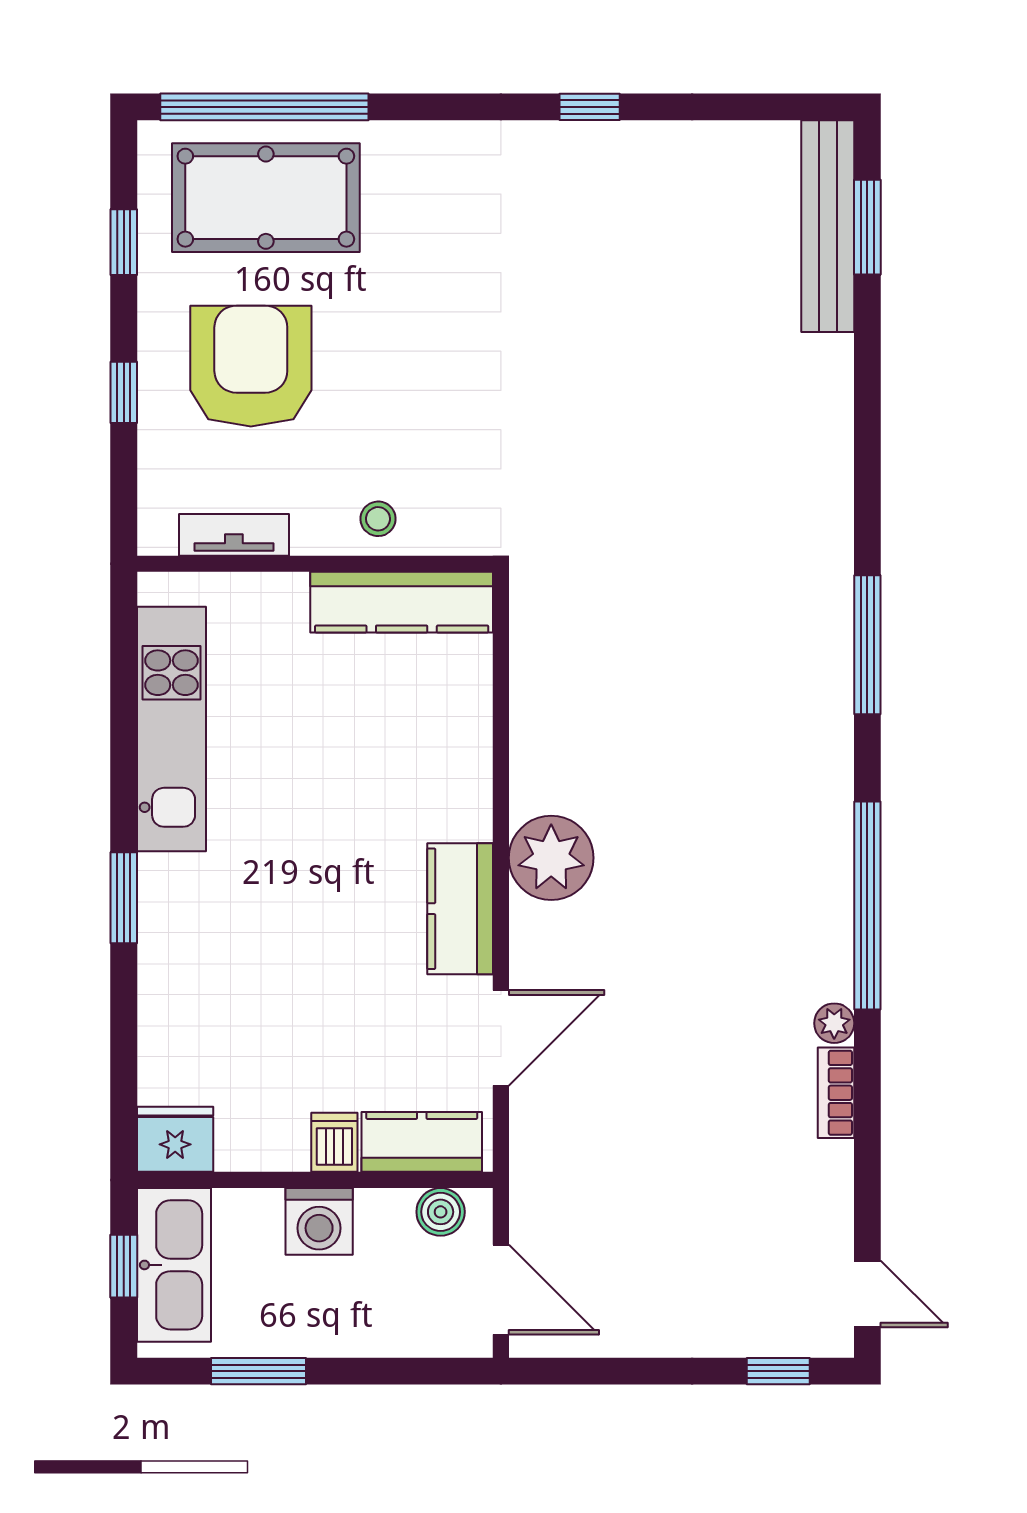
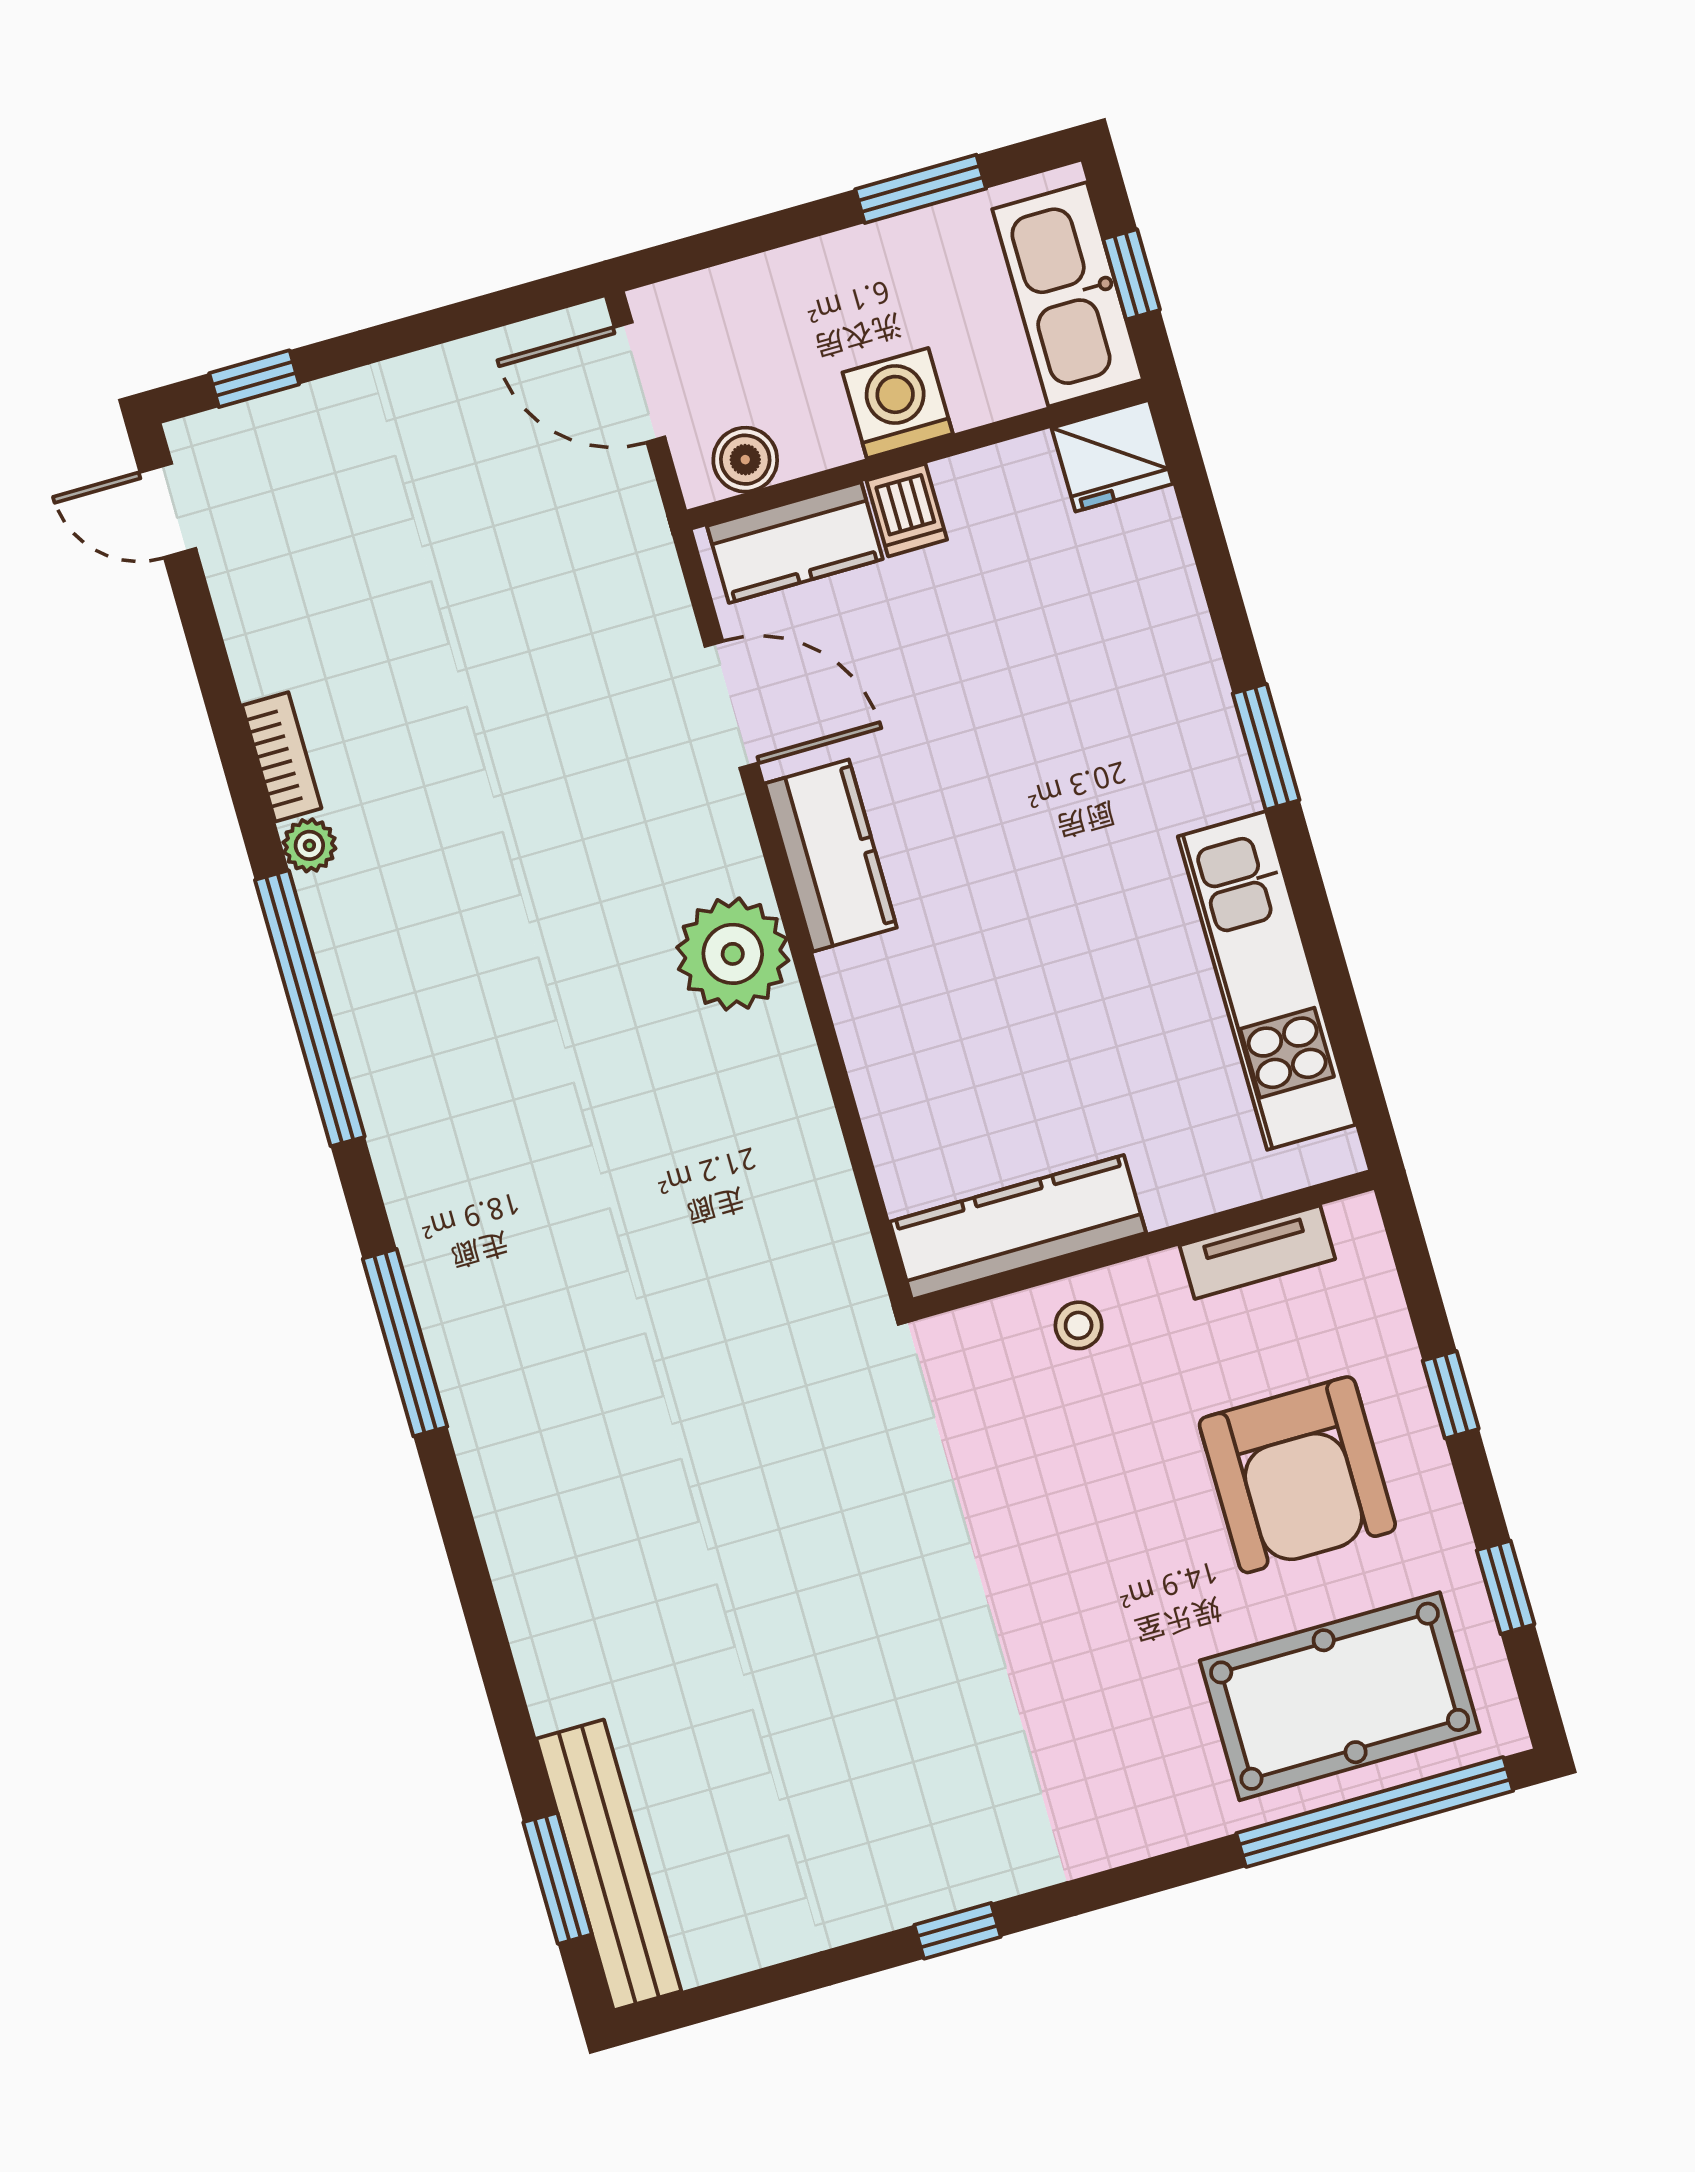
door: (501, 1038) -> (731, 705), swing flipped

